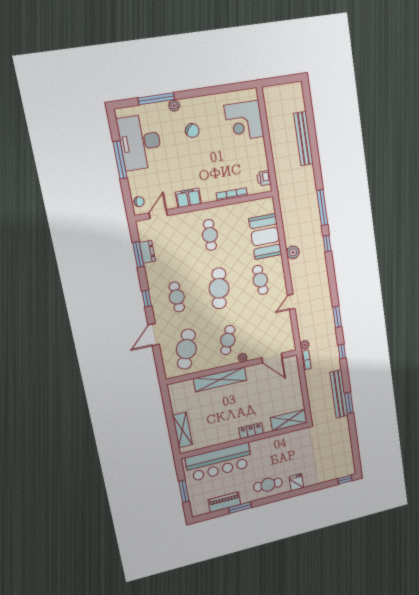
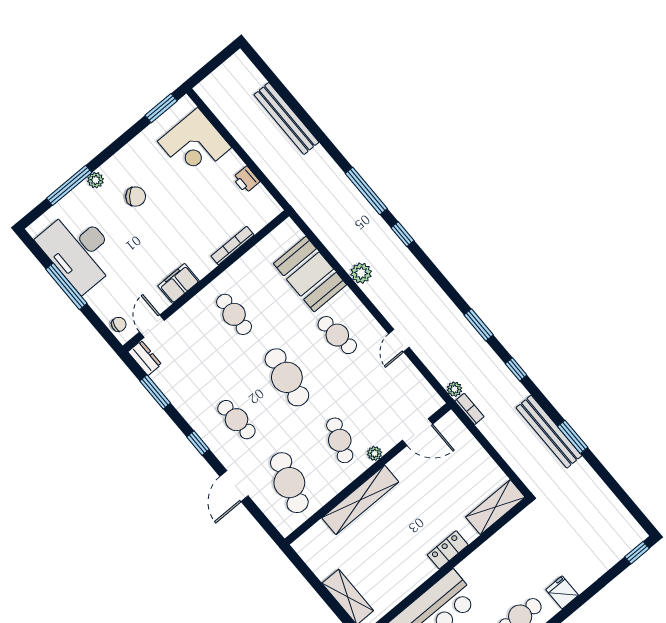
window: (237, 87) -> (161, 108), added
printer: (264, 178) -> (246, 180), moved
dresser: (147, 252) -> (145, 358), moved

